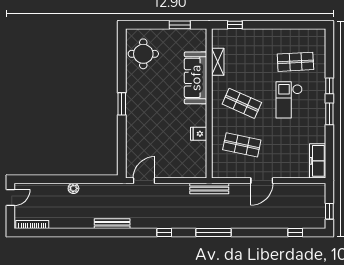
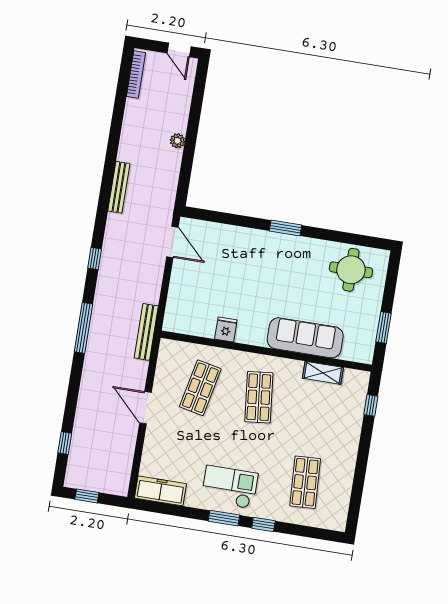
checkout: (289, 100) -> (230, 487), moved
shop shelf: (242, 103) -> (259, 397), turned -30

